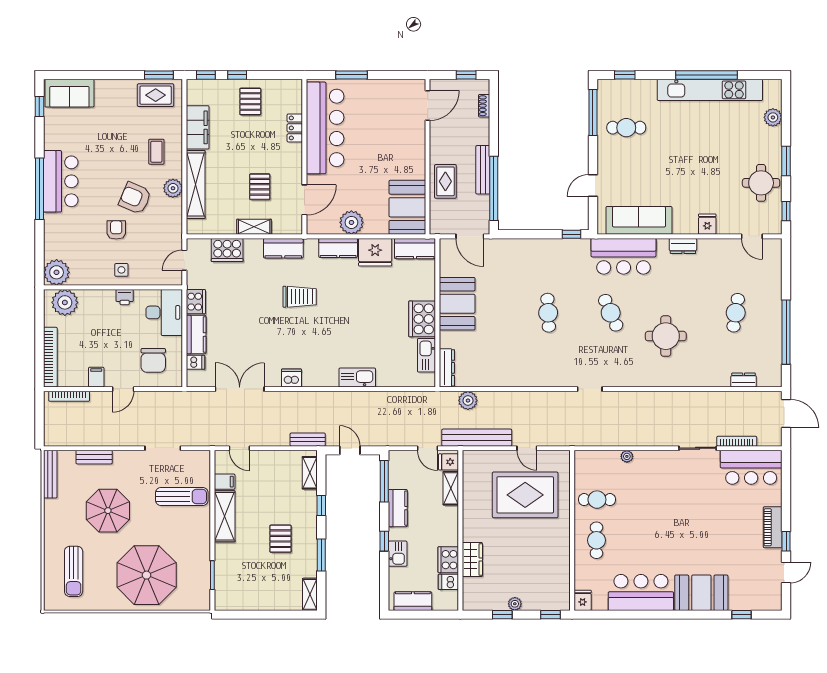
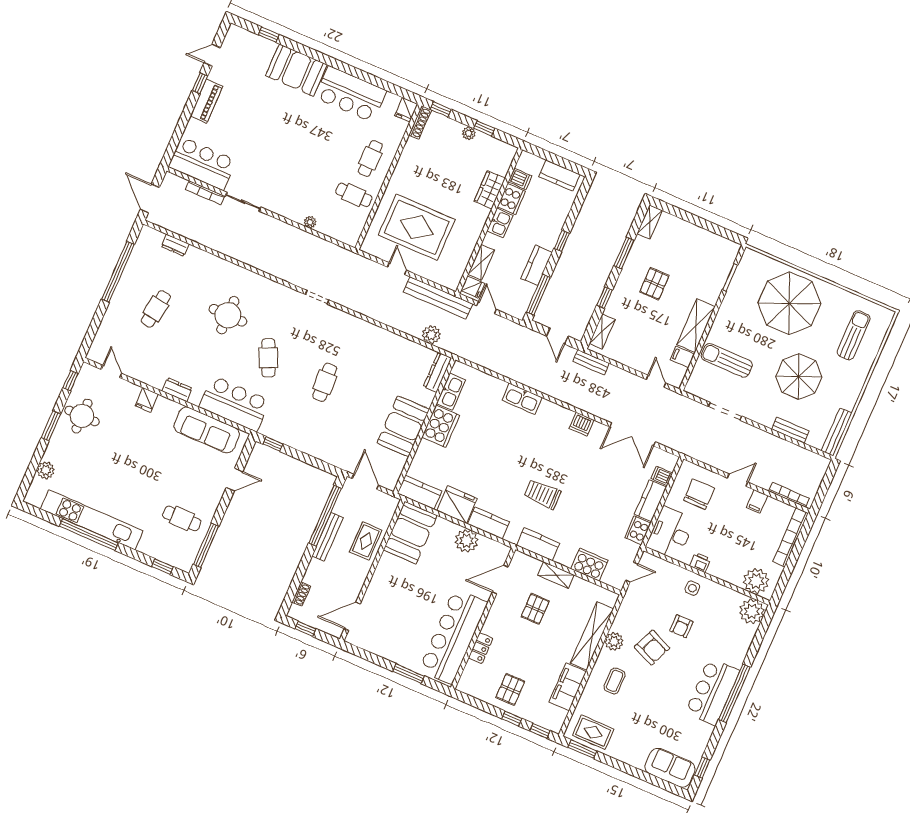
kitchen sink: (398, 554) -> (500, 223), moved, turned 180
shoe rack: (564, 594) -> (420, 122), added

